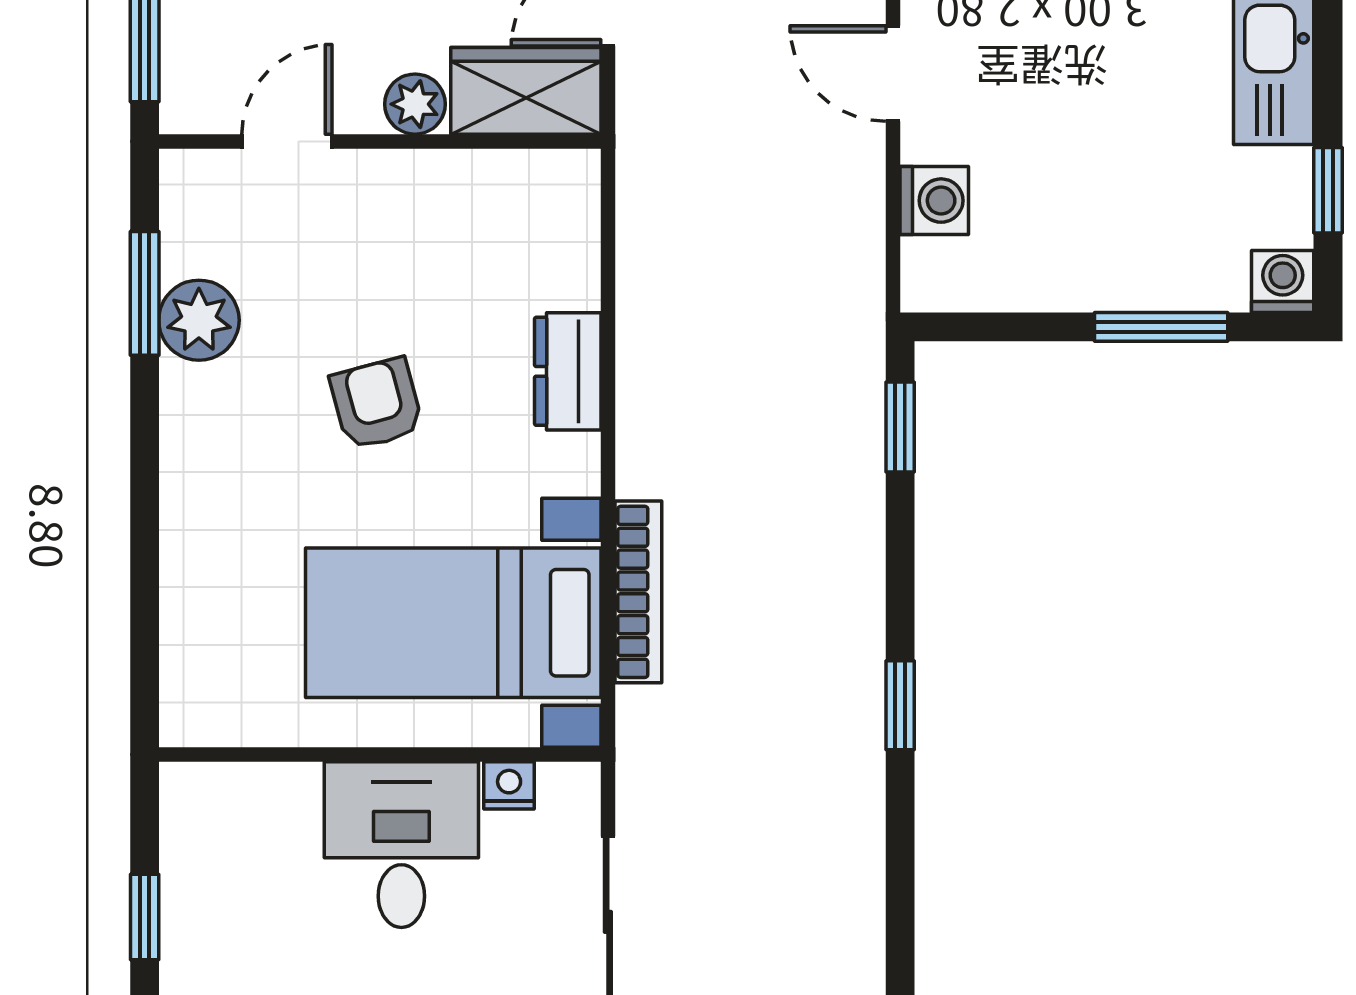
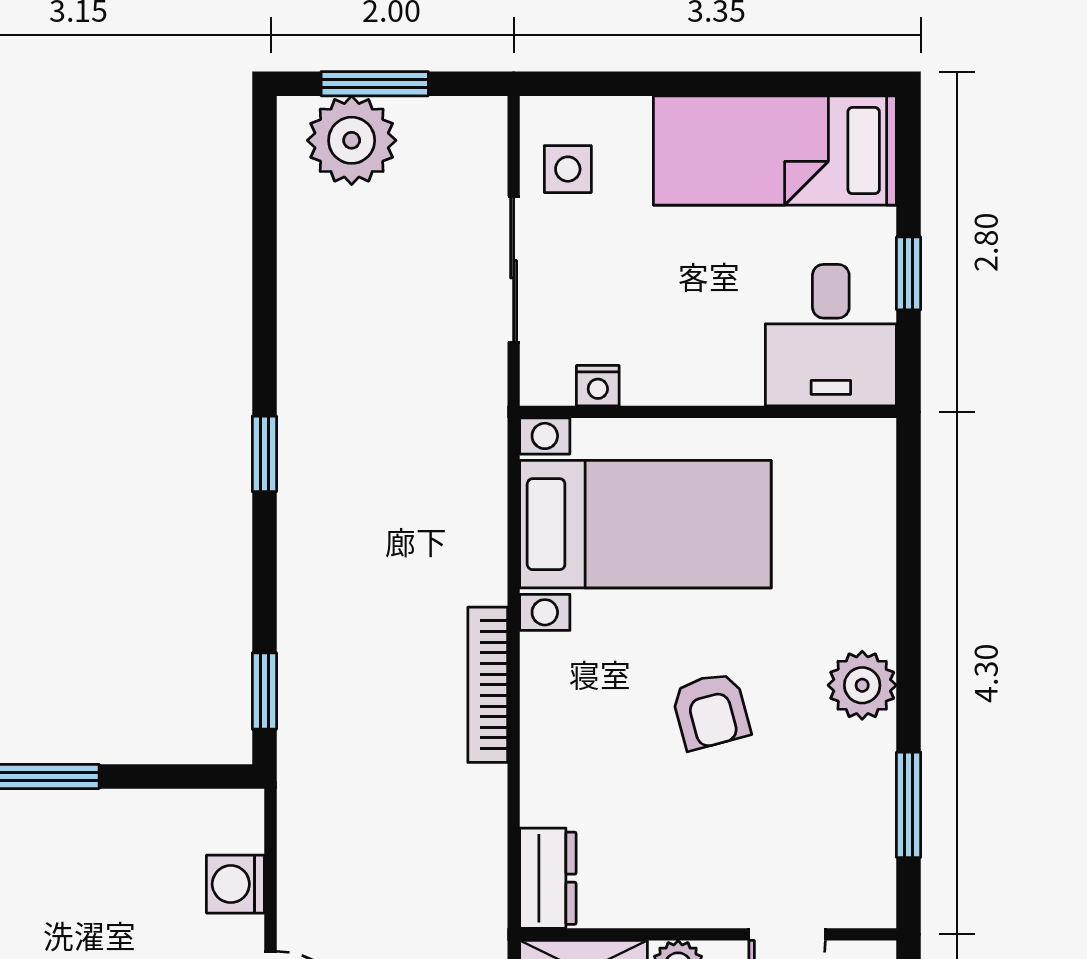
plant: (199, 320) -> (862, 685), moved
dresser: (568, 371) -> (548, 878), moved
bookcase: (638, 592) -> (488, 685), moved
desk: (401, 845) -> (831, 335), moved

